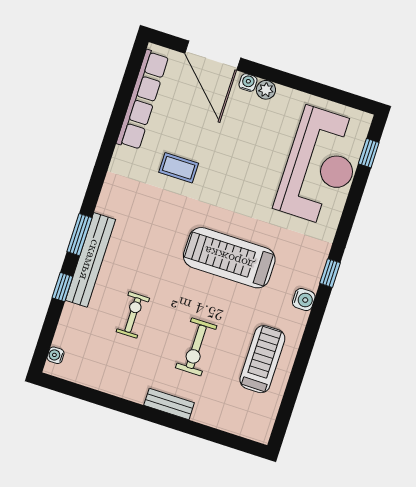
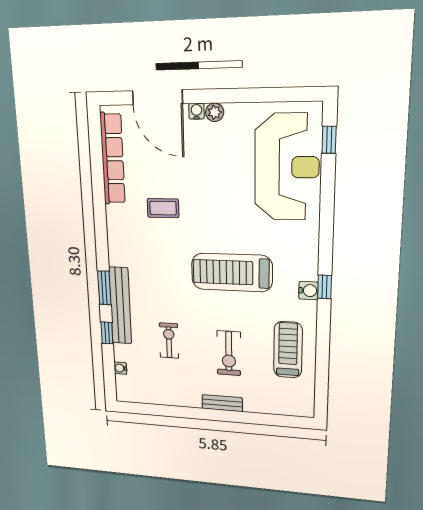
window: (330, 273) -> (325, 287), moved
water cooler: (56, 355) -> (120, 368), moved

